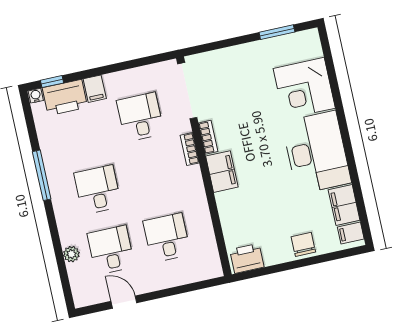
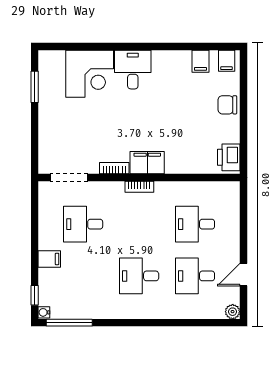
doorway: (187, 91) -> (69, 177), width x0.73
printer: (65, 98) -> (51, 287), removed
bookcase: (190, 149) -> (139, 187), moved
desk: (316, 152) -> (133, 70), width x0.53, depth x0.77
window: (42, 175) -> (69, 323), moved
filing cabinet: (344, 205) -> (200, 61), width x0.50
plant: (71, 254) -> (233, 312), moved

